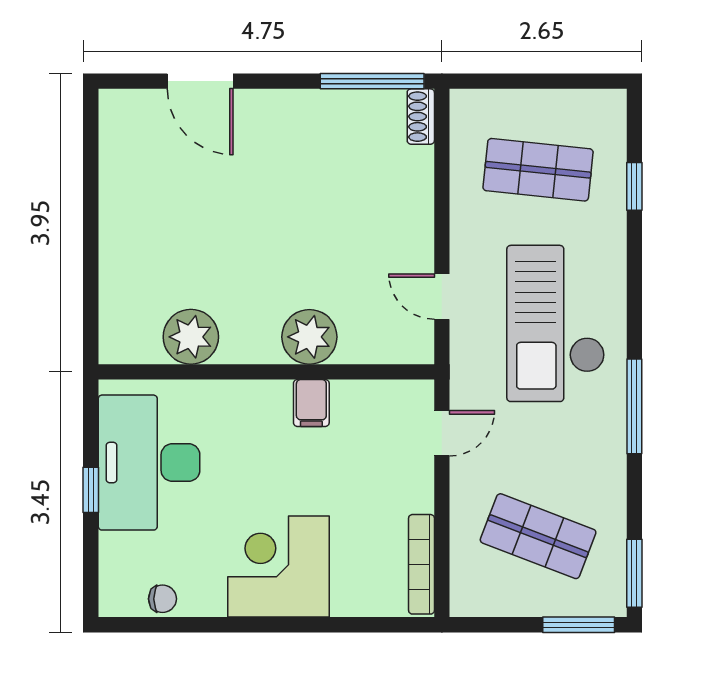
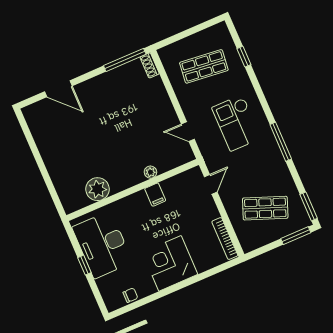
checkout: (556, 323) -> (236, 123), width x0.73, depth x0.83
plant: (309, 337) -> (150, 172), width x0.53, depth x0.53

